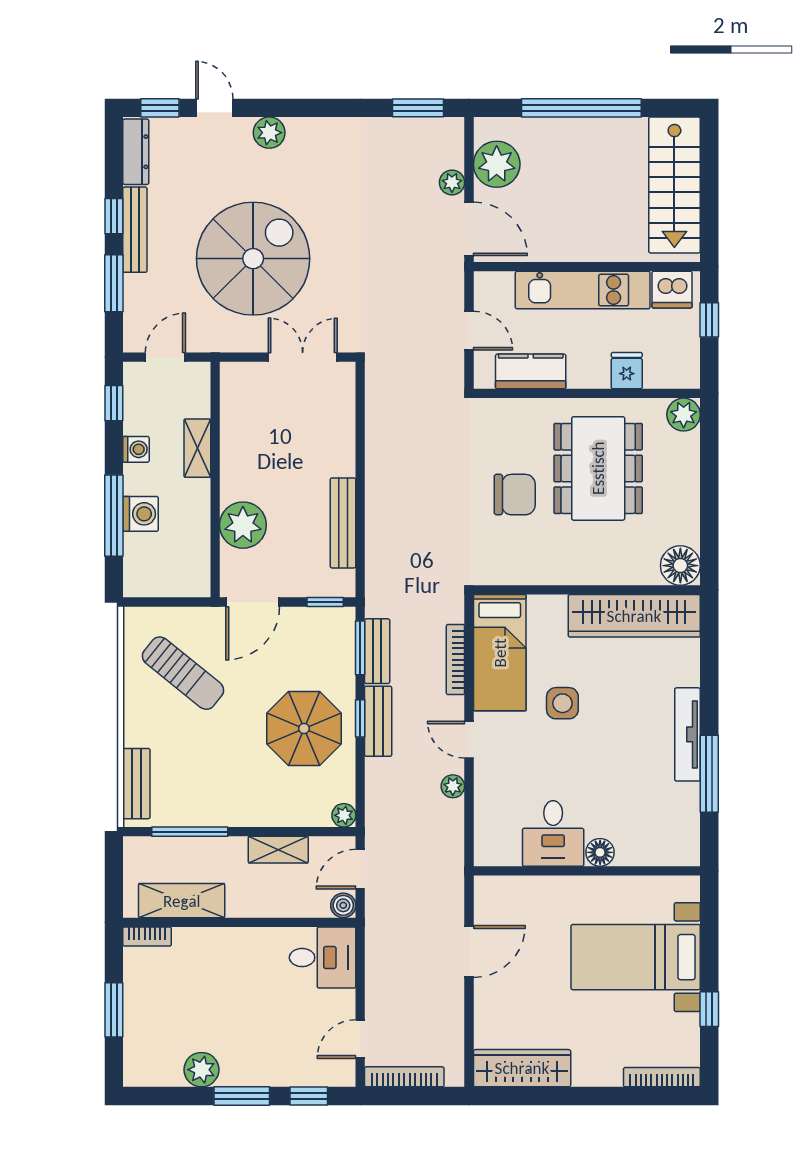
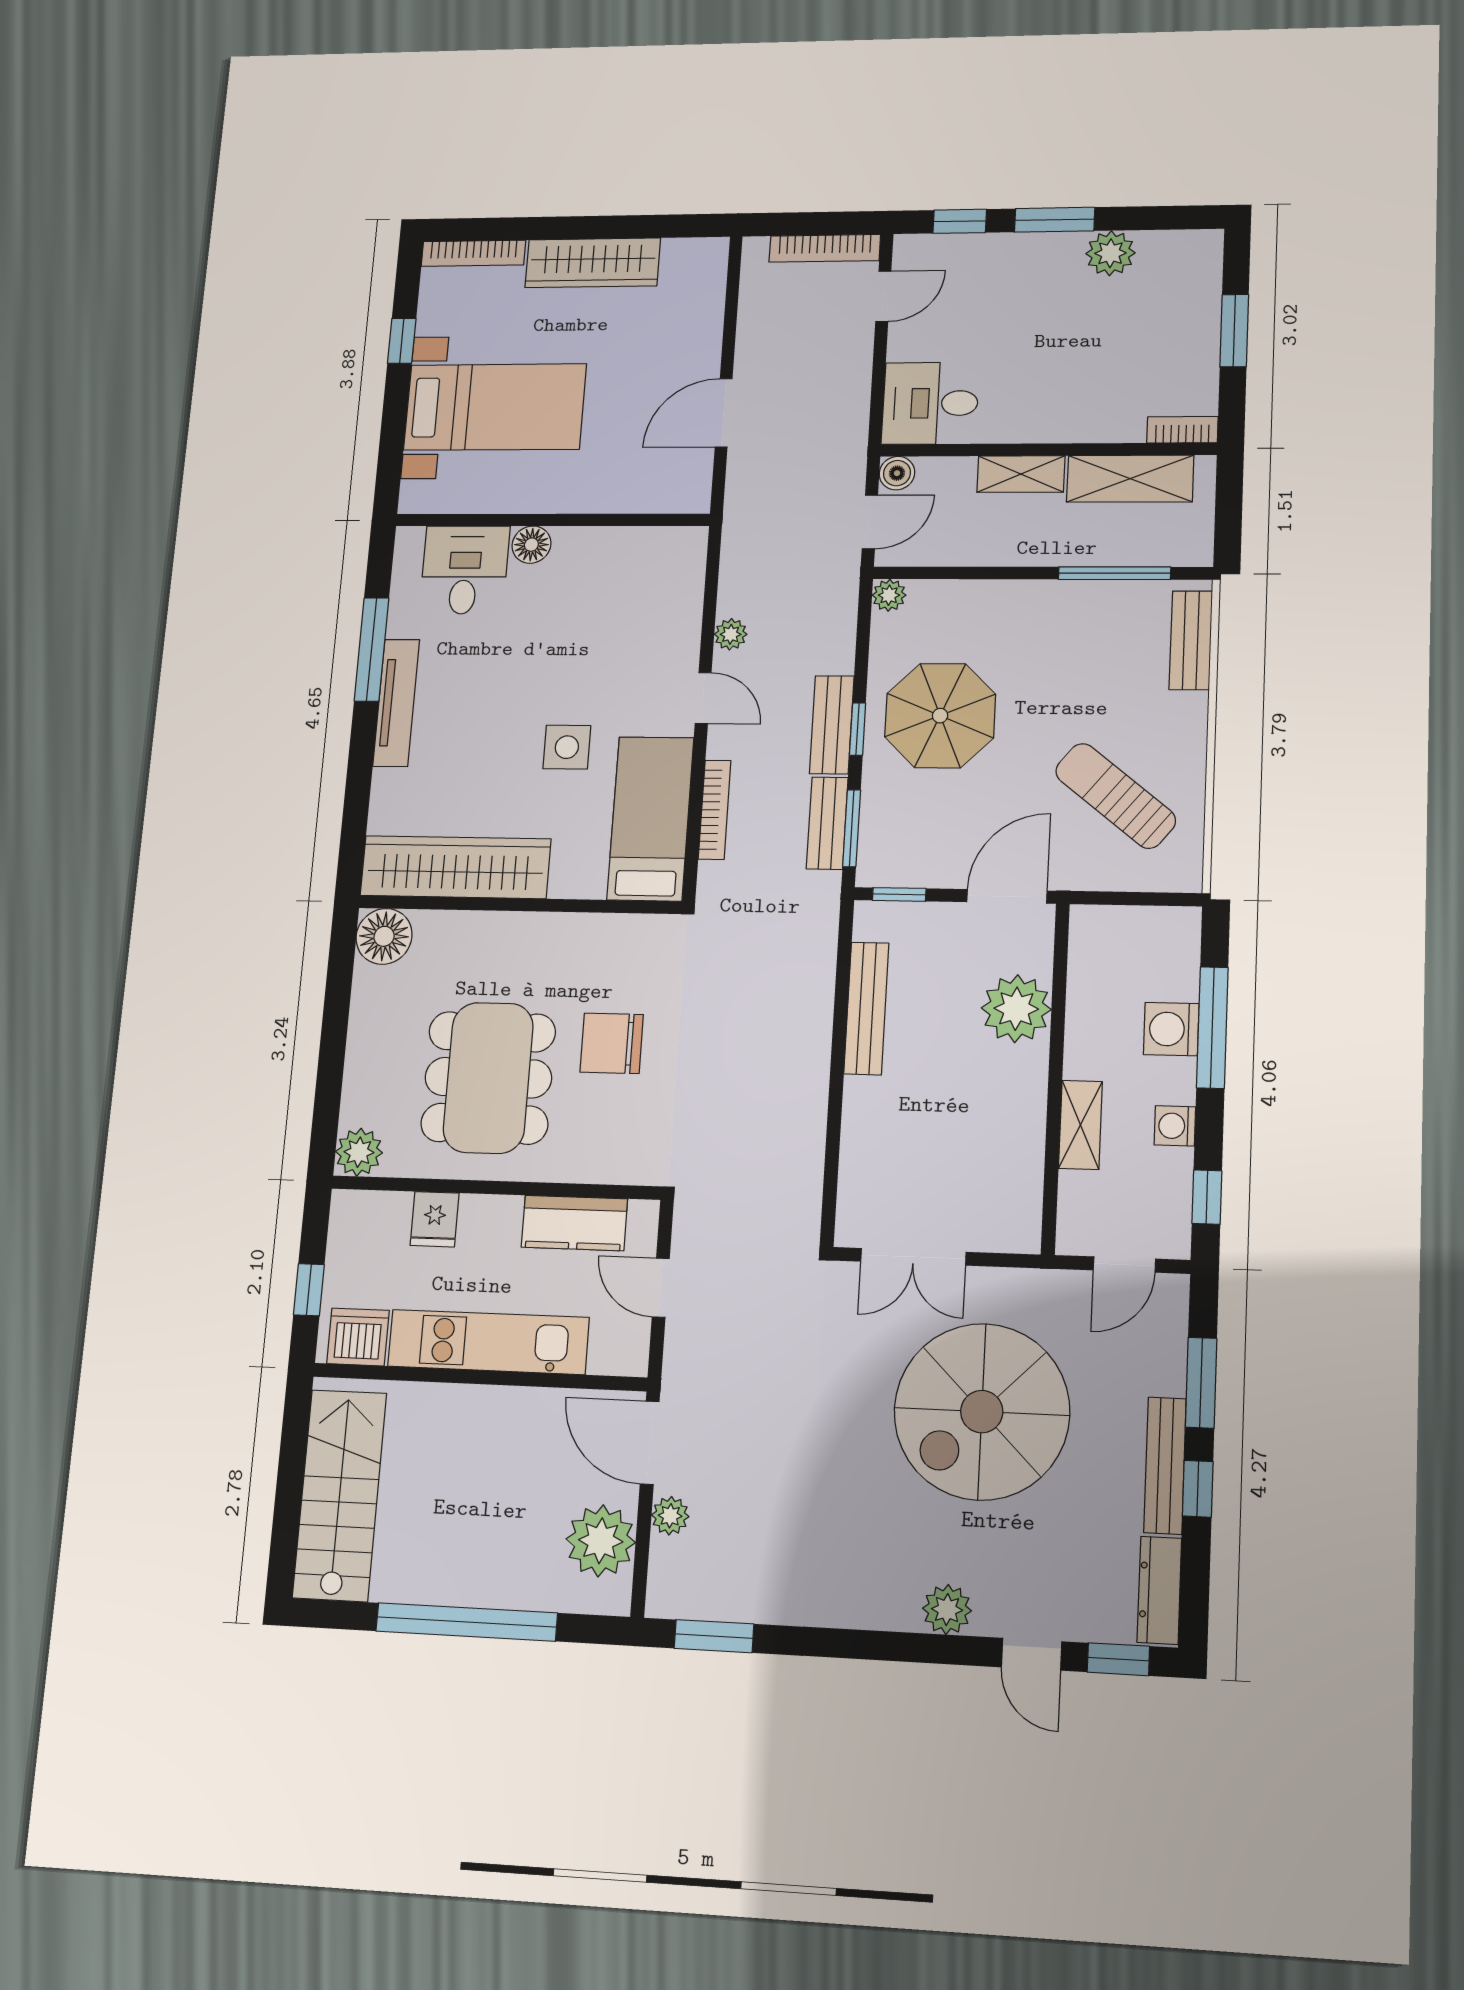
desk: (553, 833) -> (465, 570), moved
shelving: (278, 850) -> (1021, 474), moved
wardrobe: (522, 1068) -> (593, 263), moved

